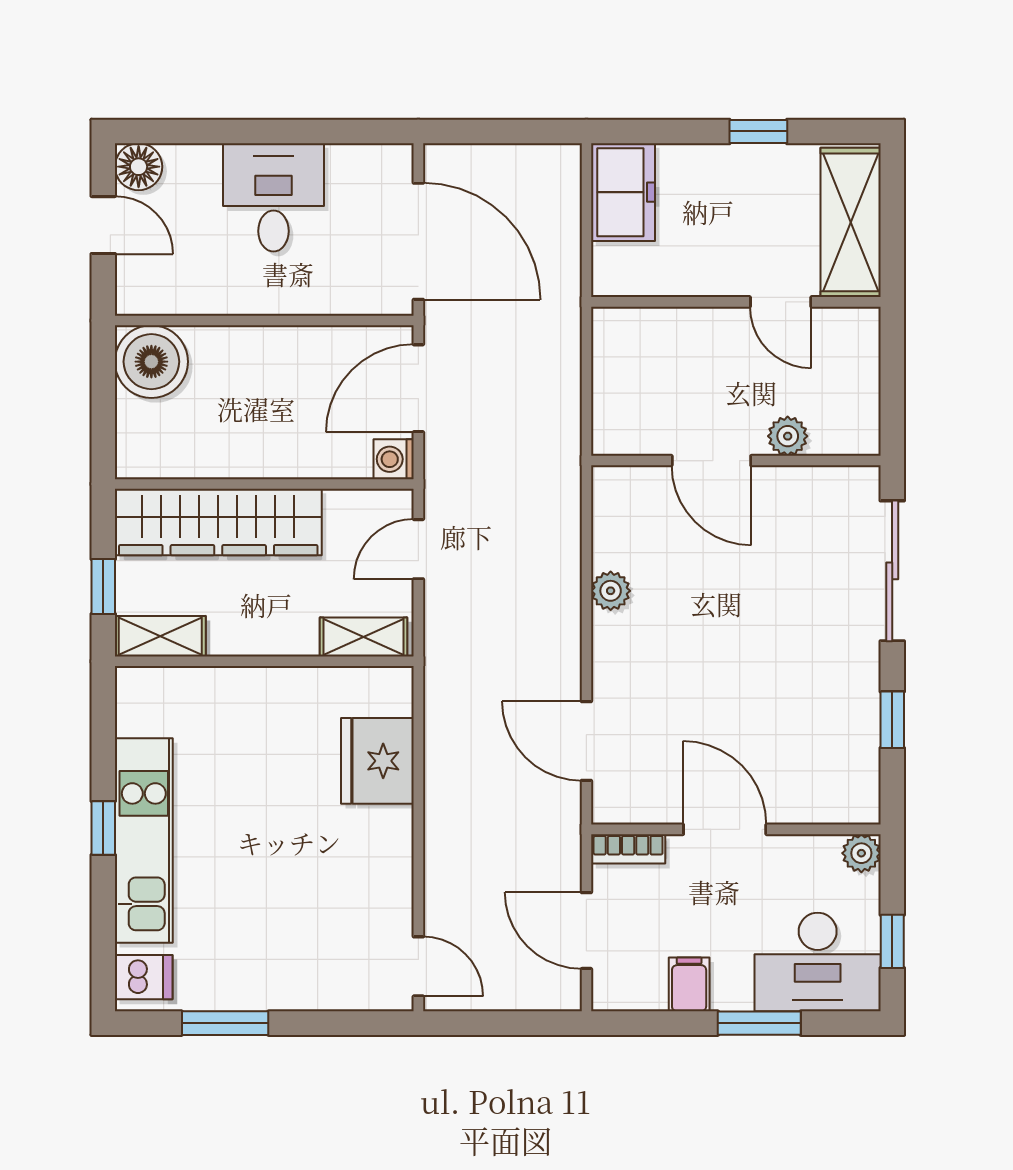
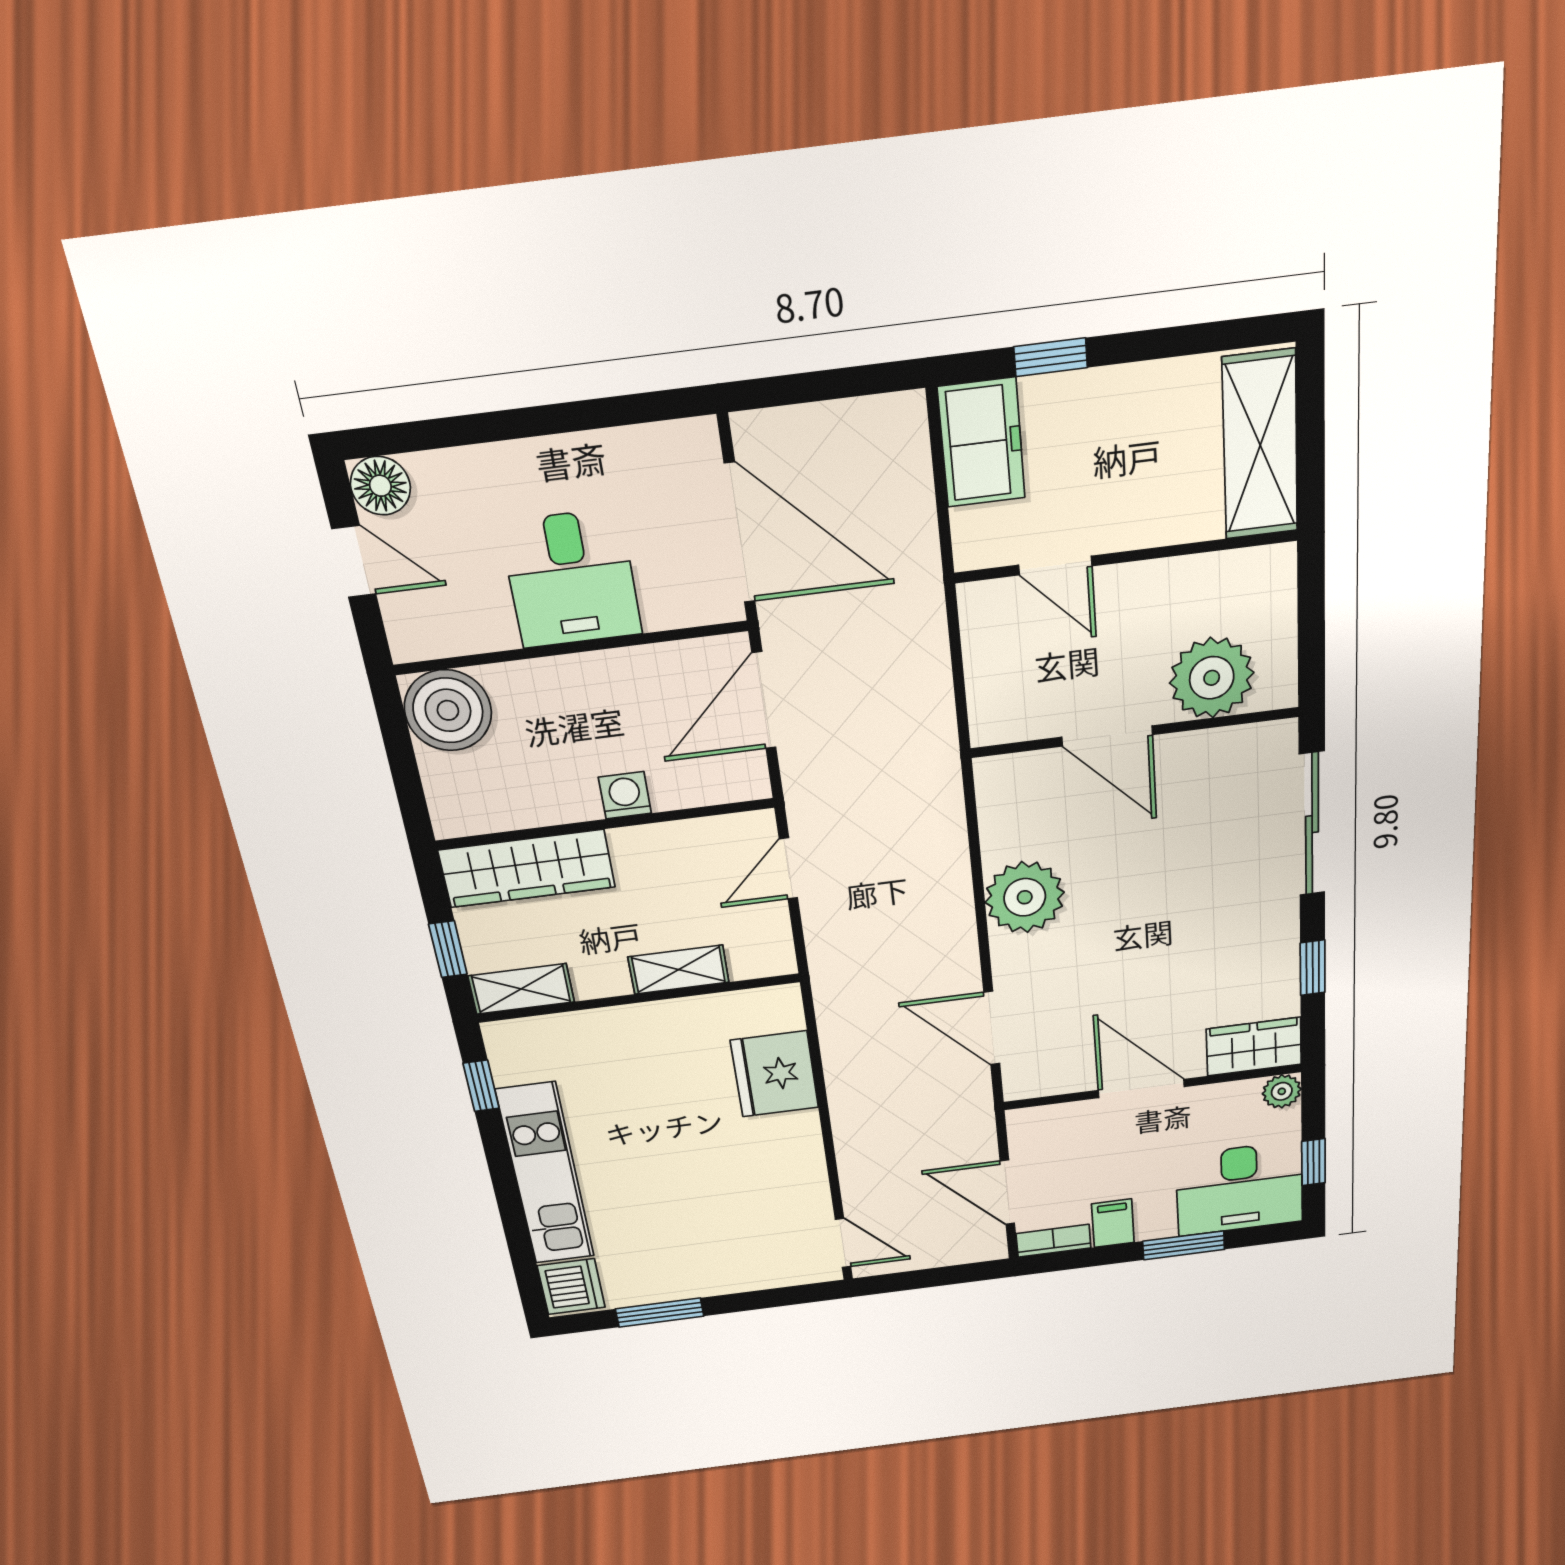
window: (758, 131) -> (1051, 357), moved
desk: (273, 197) -> (571, 579), moved, turned 180
door: (781, 302) -> (1055, 566), moved
plant: (788, 436) -> (1212, 678), width x1.88, depth x1.88
washing machine: (394, 459) -> (625, 795), moved, turned 90
wardrobe: (218, 522) -> (527, 869), width x0.71, depth x0.85
plant: (611, 591) -> (1025, 897), width x1.87, depth x1.87
shelving: (364, 637) -> (679, 970), moved
wardrobe: (835, 798) -> (1254, 1047), added
window: (103, 828) -> (481, 1086), moved
bookcase: (628, 849) -> (1053, 1241), moved, turned 180
dishwasher: (144, 977) -> (571, 1287), width x1.38

